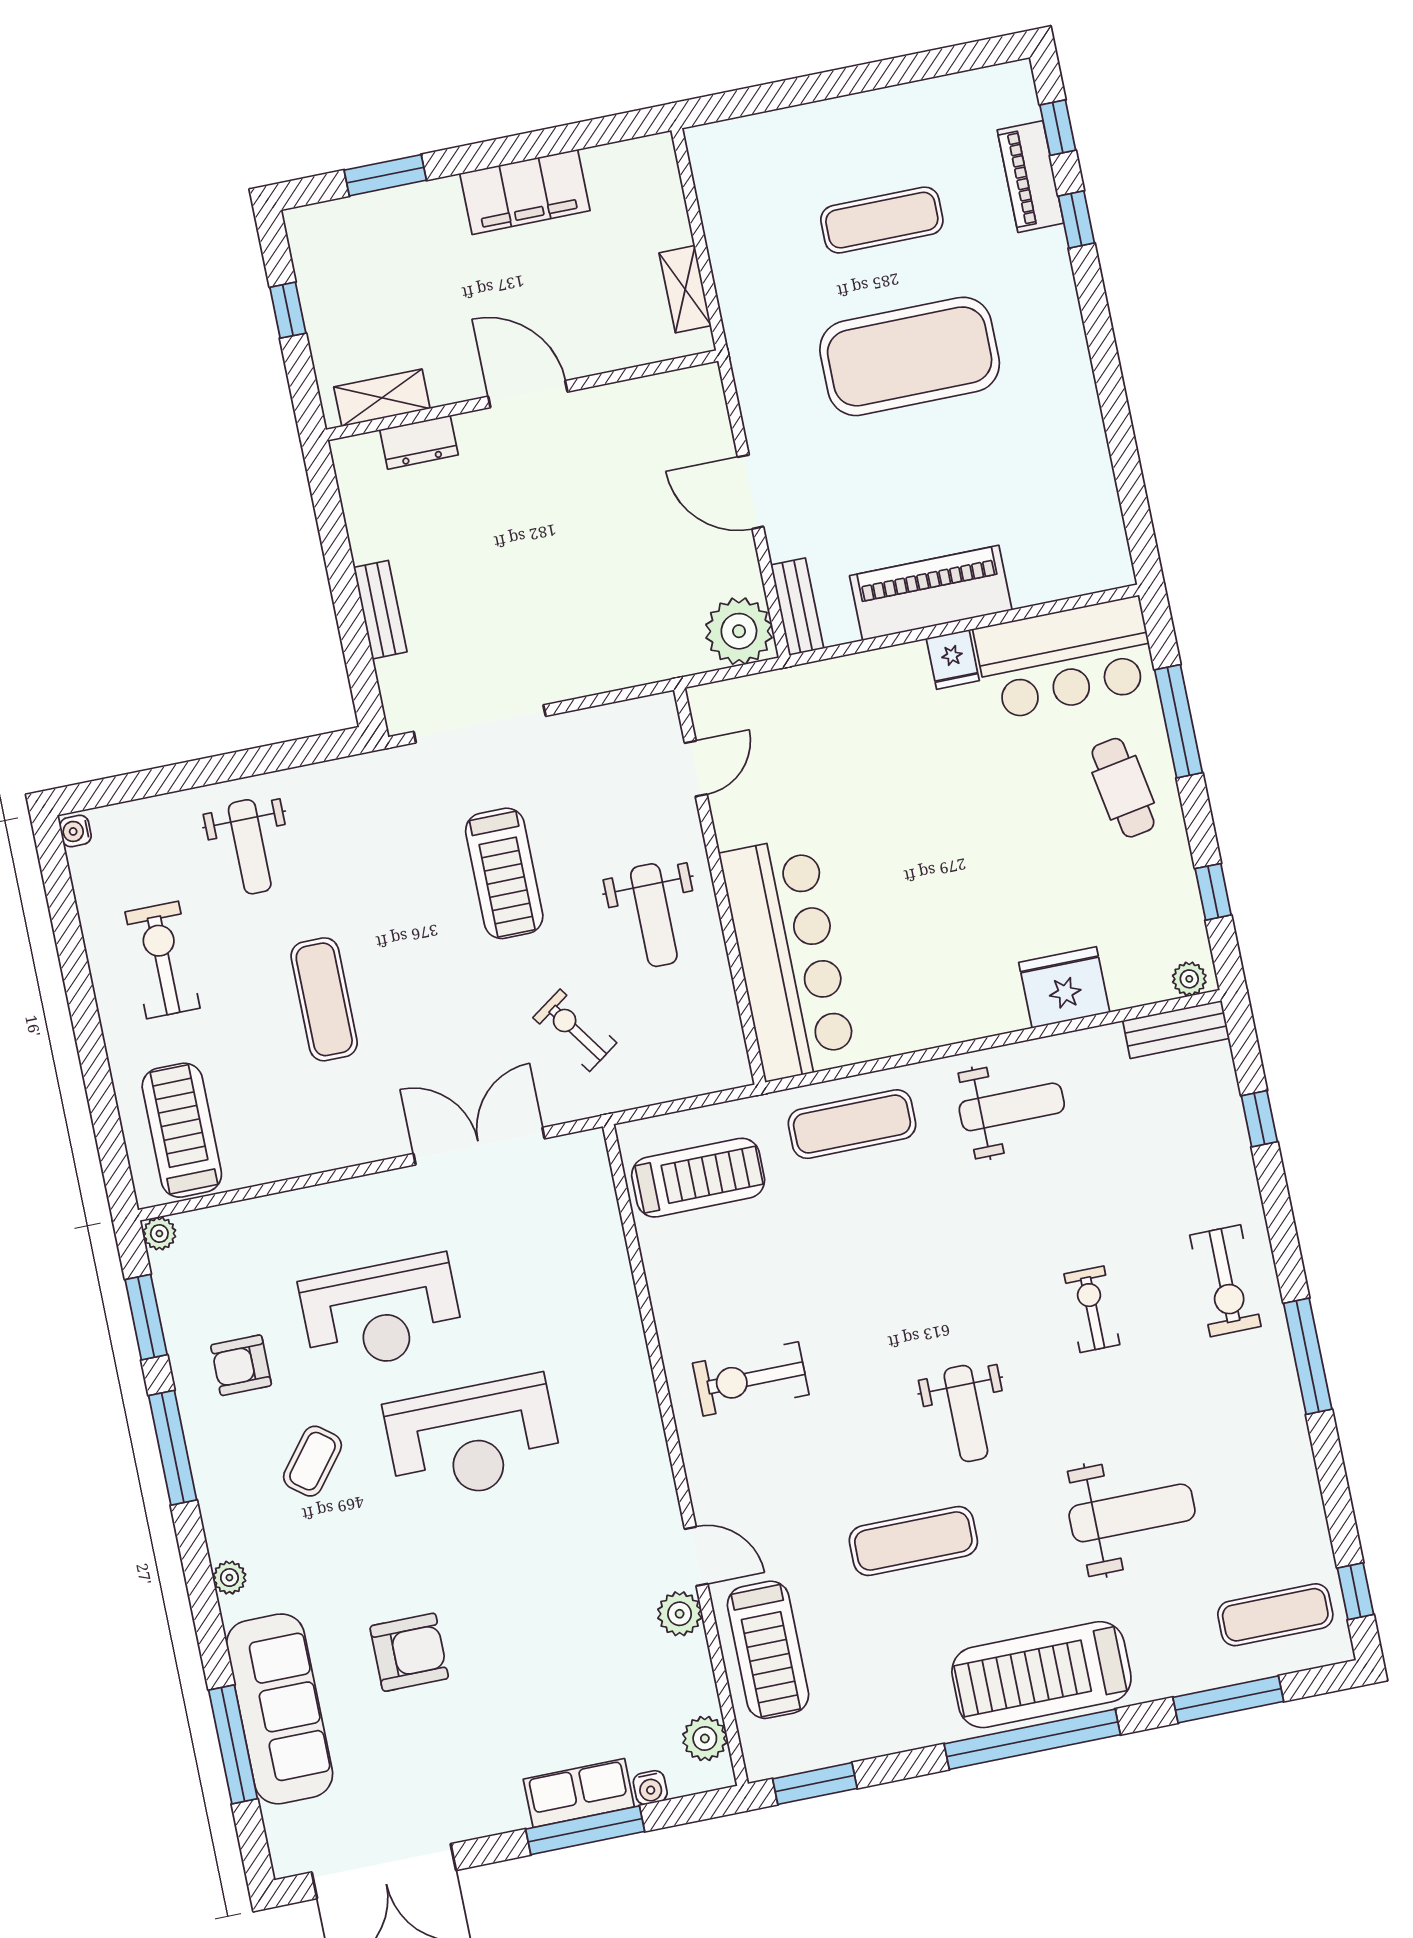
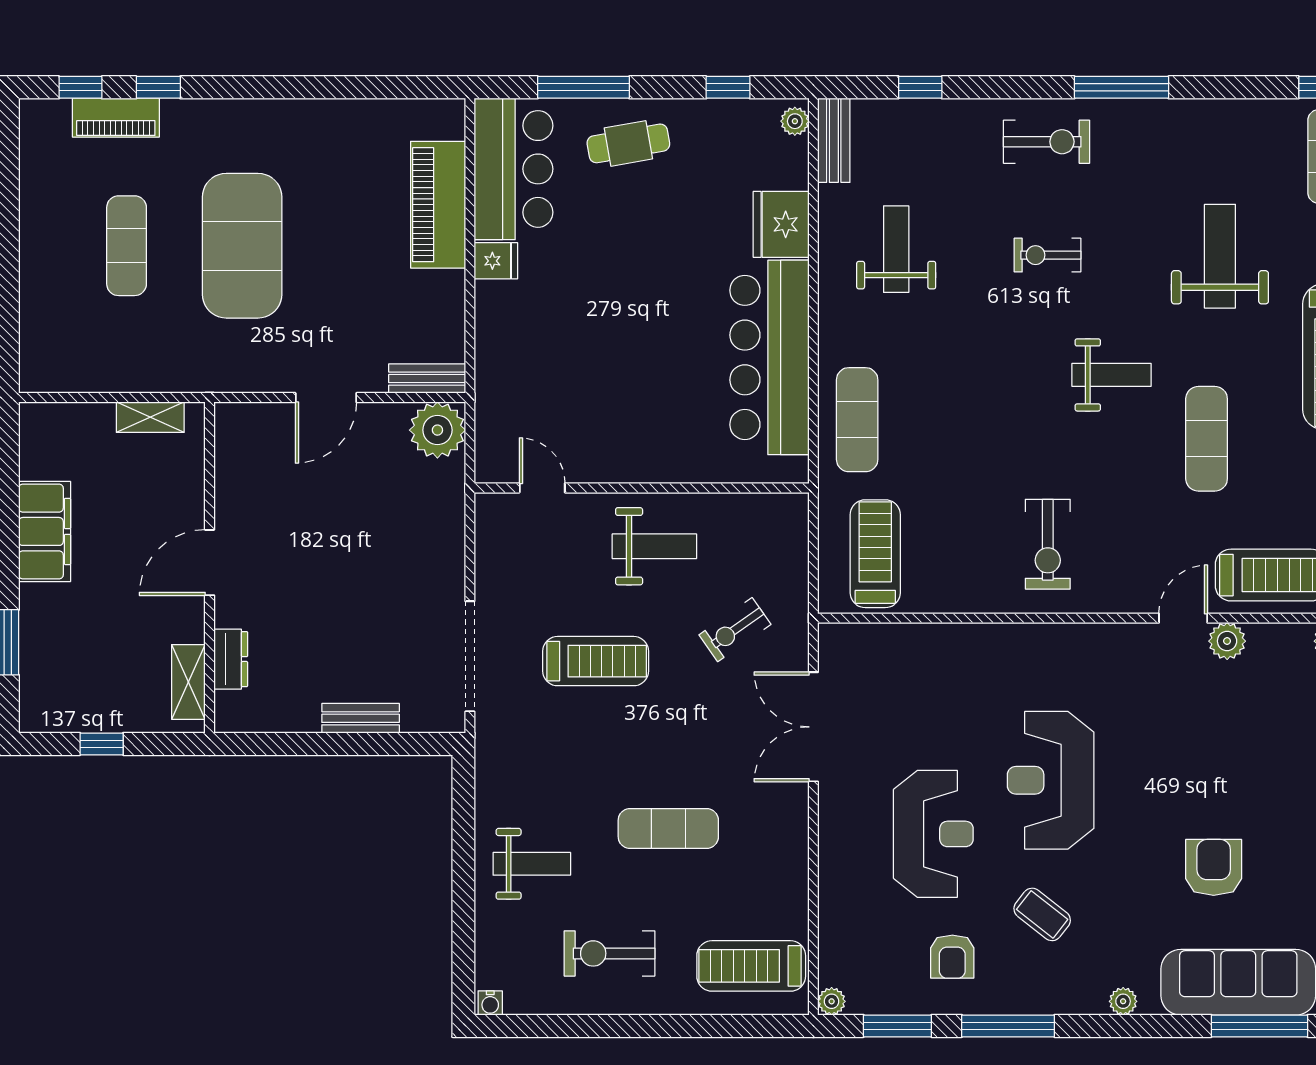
piano: (931, 593) -> (438, 205), moved
bar counter: (788, 958) -> (769, 357), moved, turned -90
weight bench: (1012, 1107) -> (896, 249), moved
reception desk: (473, 1439) -> (1051, 780), turned 180

